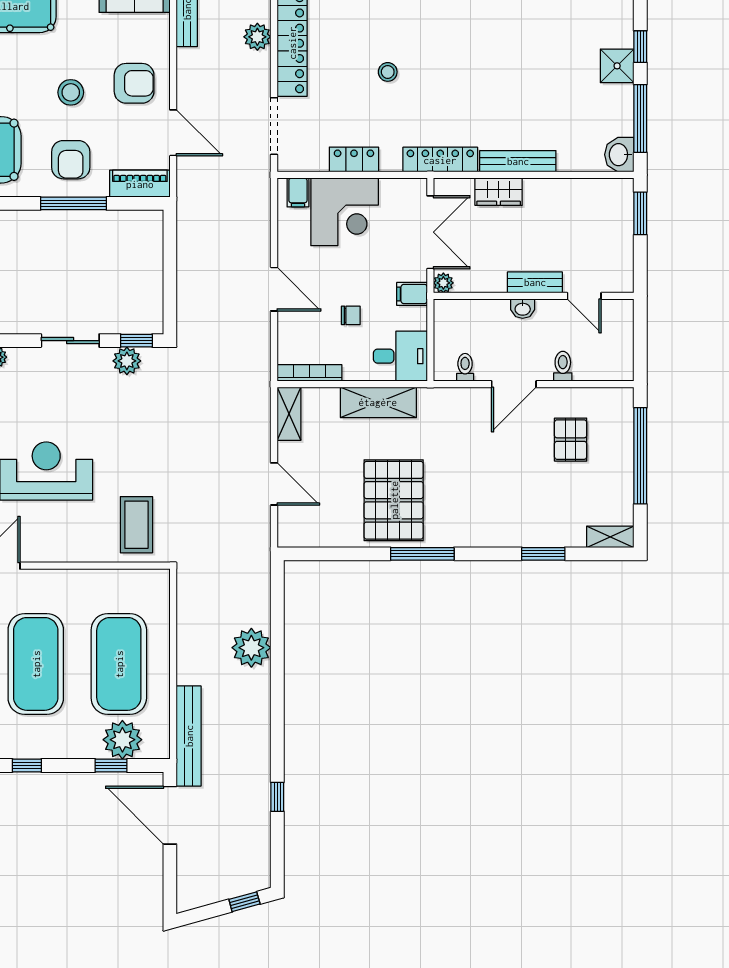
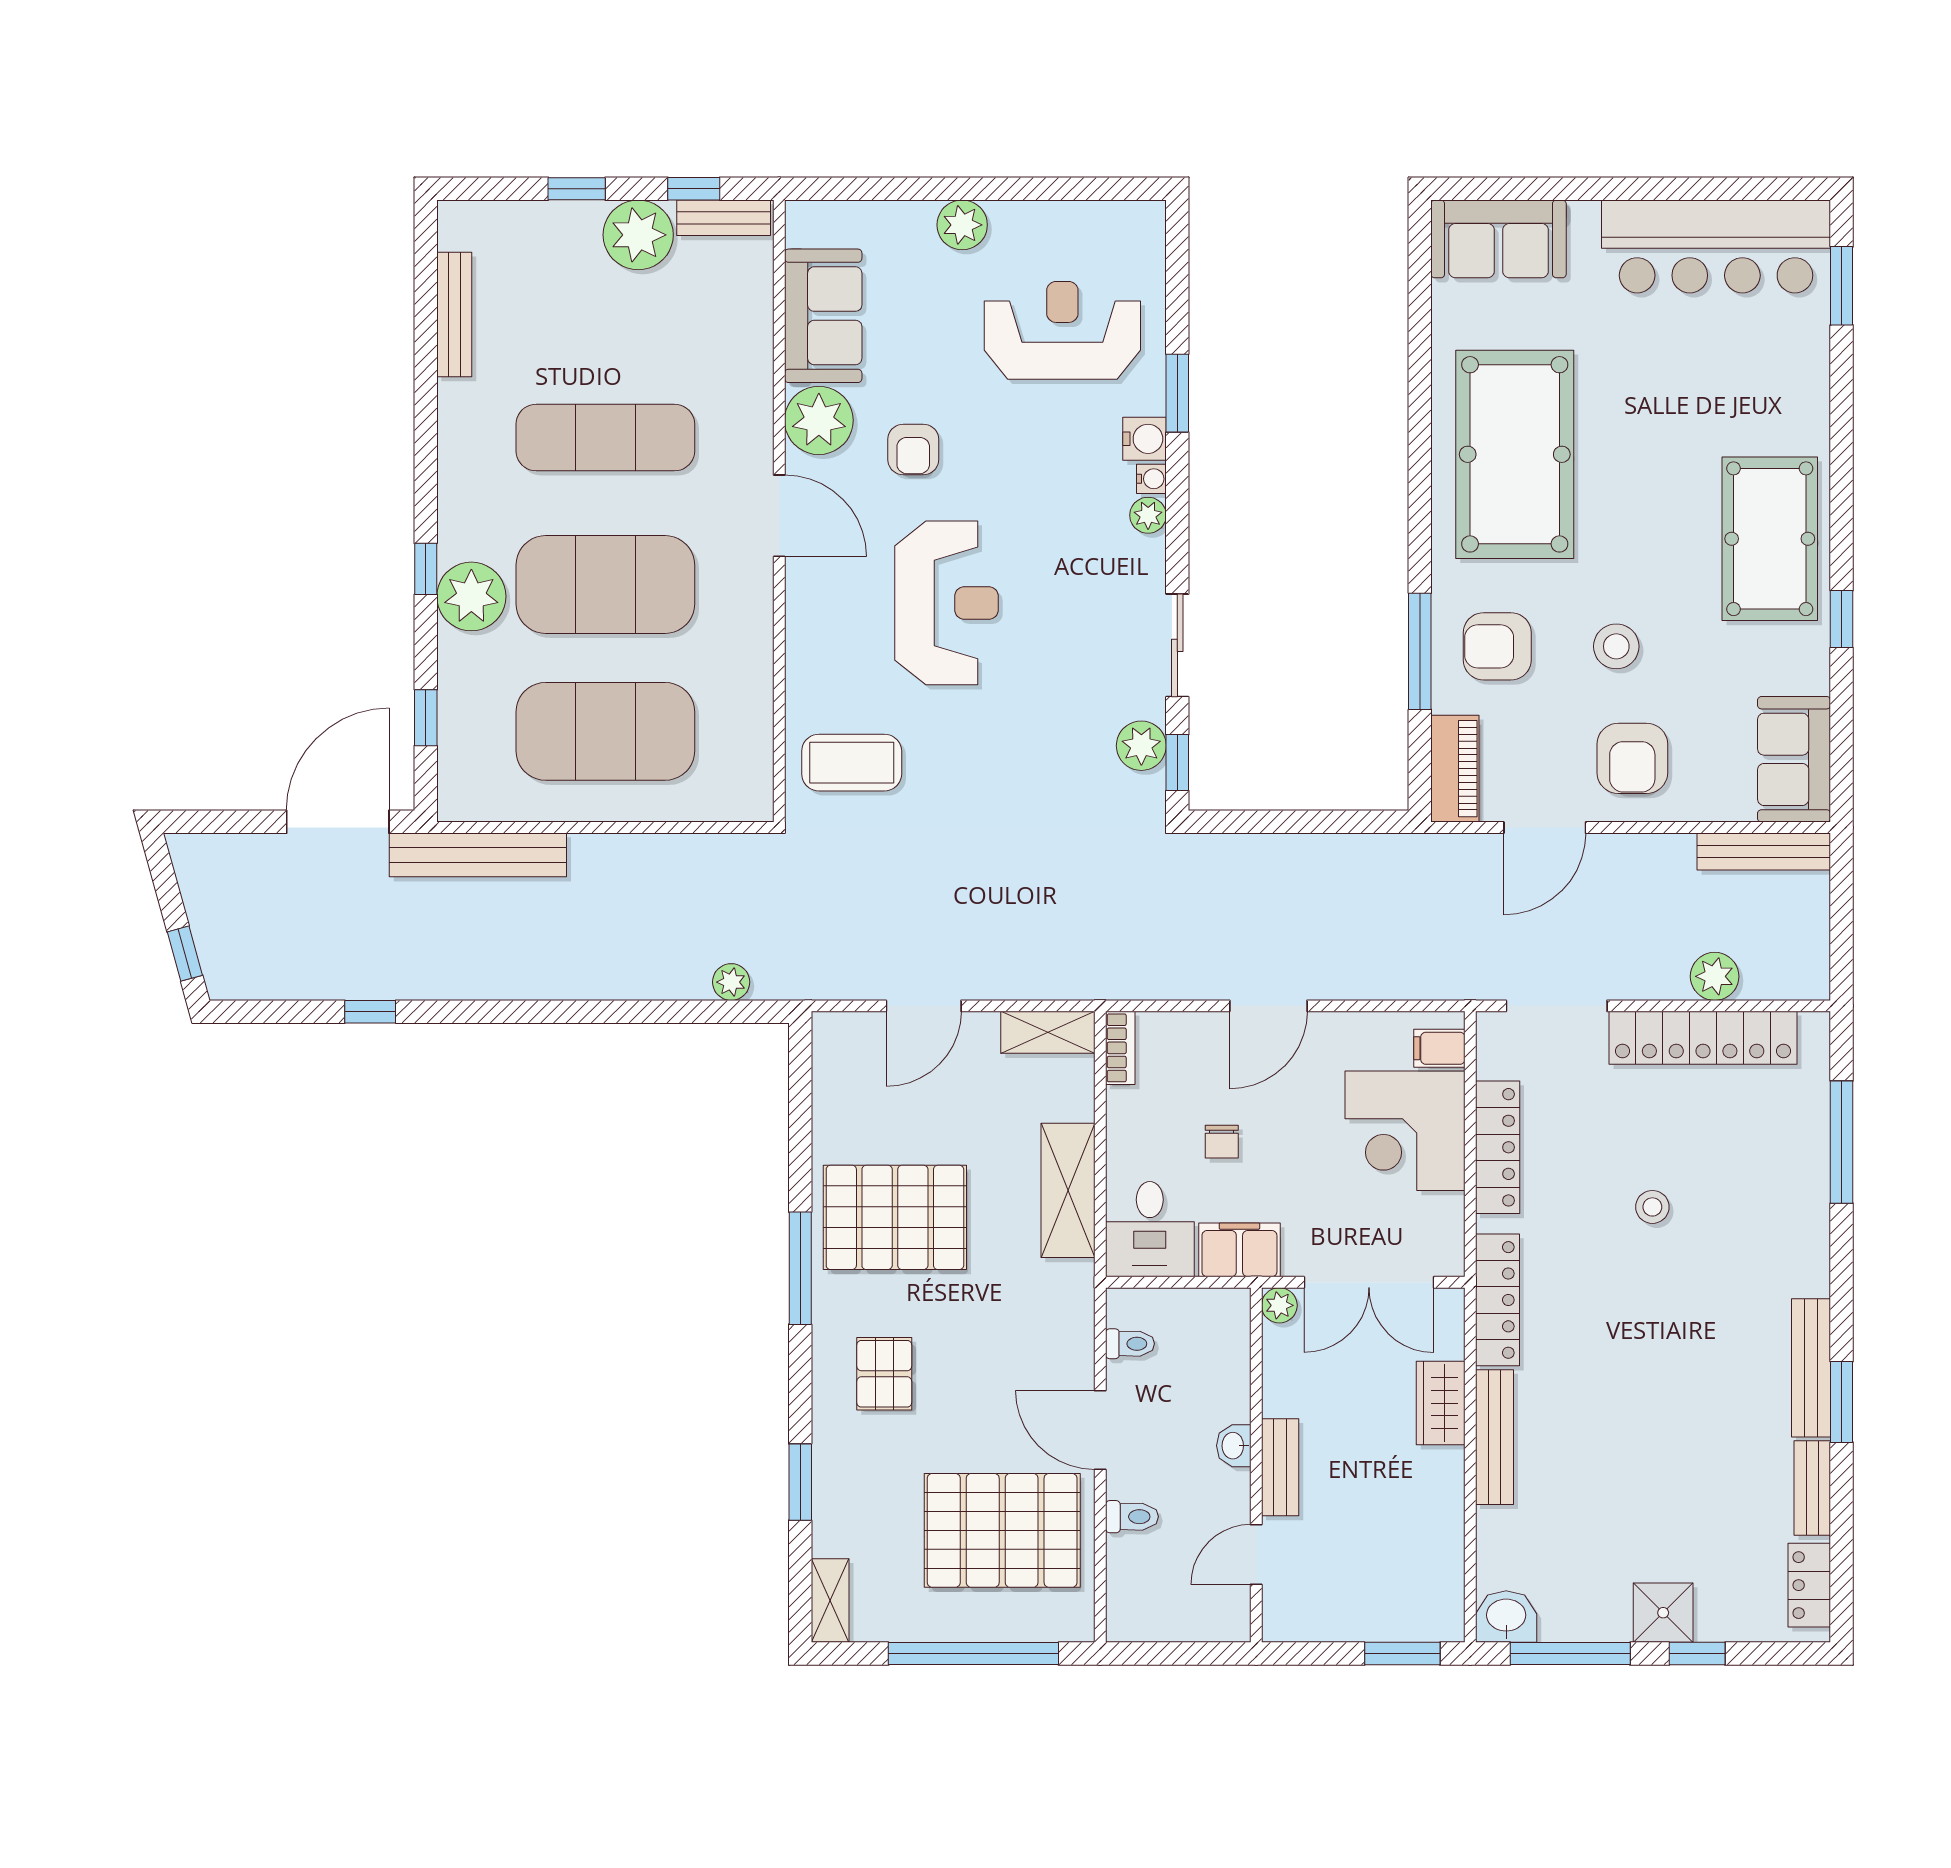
locker: (354, 160) -> (1498, 1147), width x1.53
filing cabinet: (412, 294) -> (1239, 1250), width x2.00
bookcase: (309, 373) -> (1120, 1048), width x0.64
pallet: (571, 440) -> (1002, 1530), width x2.05, depth x2.00
pallet: (482, 506) -> (884, 1374), added
plant: (251, 648) -> (731, 982), moved, width x0.53, depth x0.53
plant: (122, 740) -> (471, 596), moved

